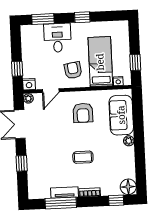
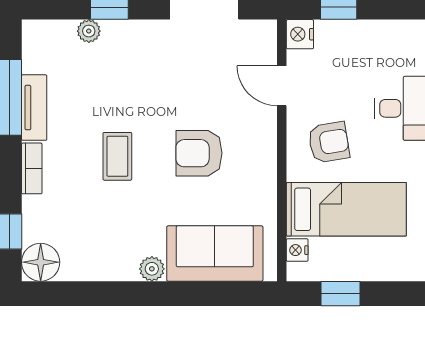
plant: (28, 98) -> (89, 31), moved
armchair: (83, 113) -> (199, 153), moved

